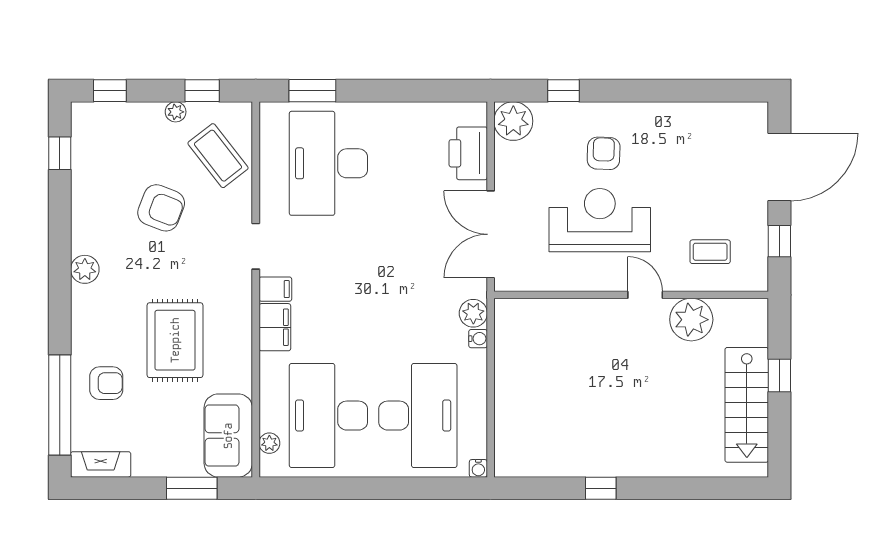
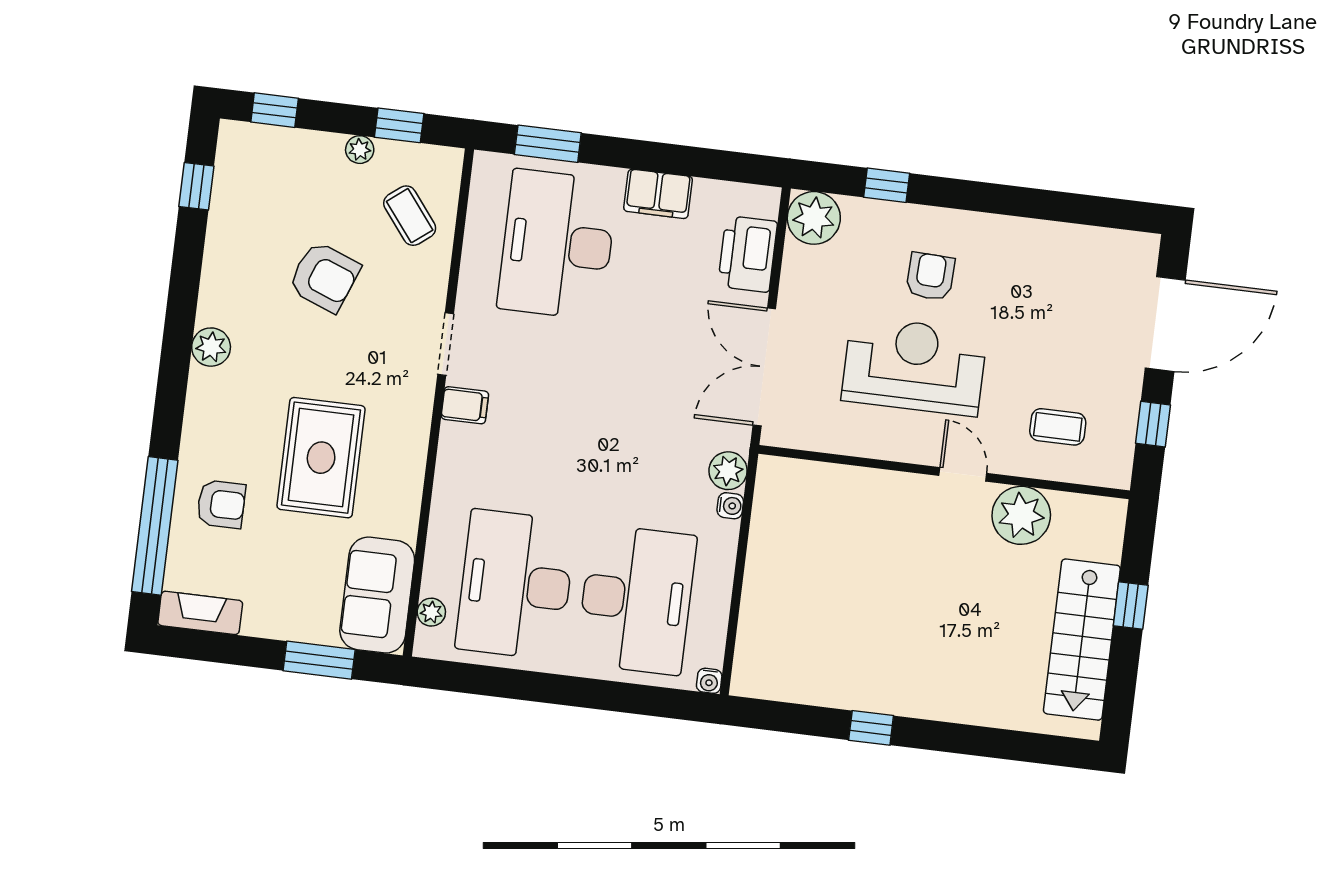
coffee table: (218, 156) -> (410, 216), width x0.73, depth x0.77
filing cabinet: (275, 327) -> (658, 194), moved, turned 90

